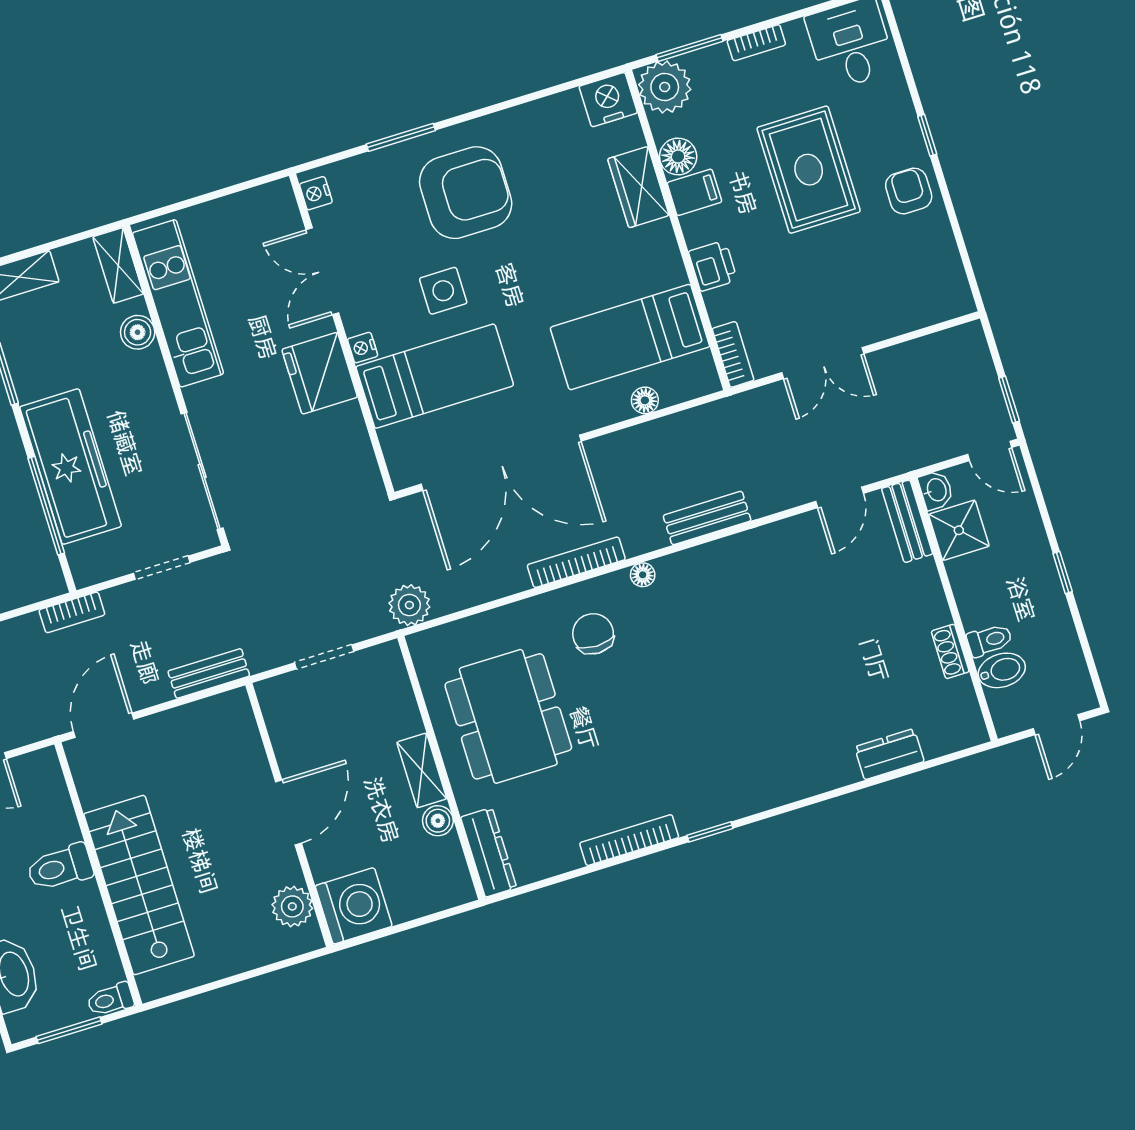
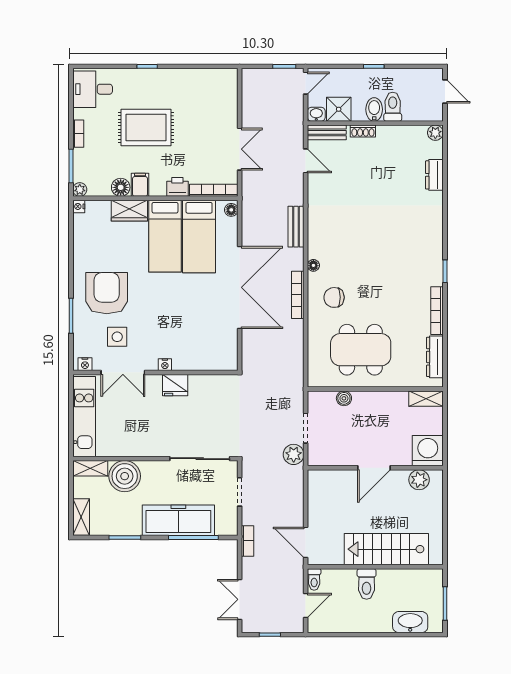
plant: (665, 87) -> (80, 190), width x0.53, depth x0.53
nightstand: (608, 100) -> (79, 206), width x0.53, depth x0.56
armchair: (909, 191) -> (171, 83), removed
side table: (443, 291) -> (117, 337), moved
kitchen unit: (178, 303) -> (84, 416), moved, turned 90
boiler: (138, 332) -> (125, 476), width x1.86, depth x1.86
bookcase: (733, 354) -> (214, 190), width x1.56
fridge: (320, 373) -> (175, 385), width x0.73, depth x0.75
bed: (435, 376) -> (165, 236), moved, turned 180
floor lamp: (645, 400) -> (231, 210), moved
double door: (501, 463) -> (240, 287), moved
plant: (409, 605) -> (294, 454), moved
toilet: (990, 640) -> (393, 107), width x1.37, depth x1.39
shoe rack: (950, 651) -> (363, 131), moved
bidet: (1002, 670) -> (374, 109), moved
bench: (209, 673) -> (297, 485), removed
plant: (971, 731) -> (435, 133), added
shelving: (422, 770) -> (426, 399), moved
door: (288, 812) -> (374, 468), swing flipped
boiler: (438, 821) -> (344, 398), moved
dresser: (489, 852) -> (435, 357), moved, turned -90
toilet: (110, 1000) -> (314, 579), moved

